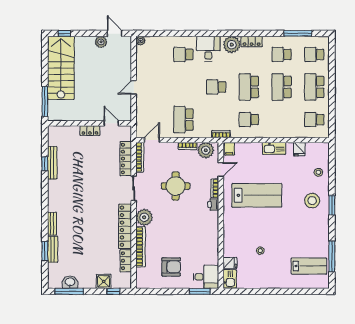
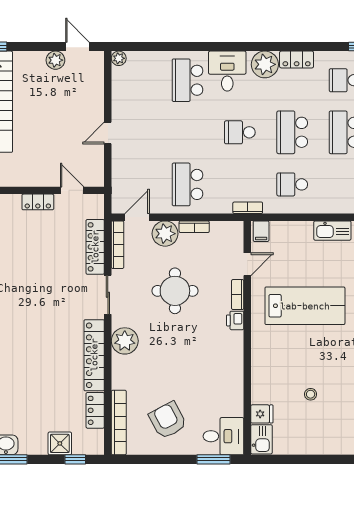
school desk: (183, 54) -> (188, 80), width x1.85
plant: (206, 150) -> (165, 234), moved
bookcase: (140, 247) -> (119, 423), moved
armchair: (171, 267) -> (168, 420), turned -118

